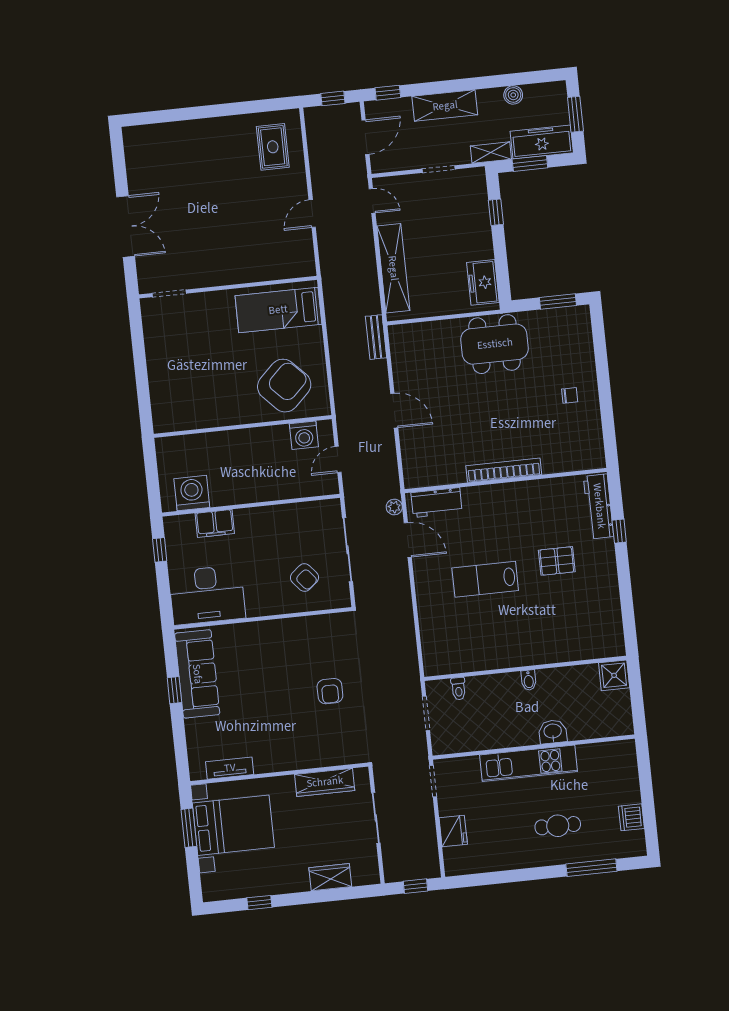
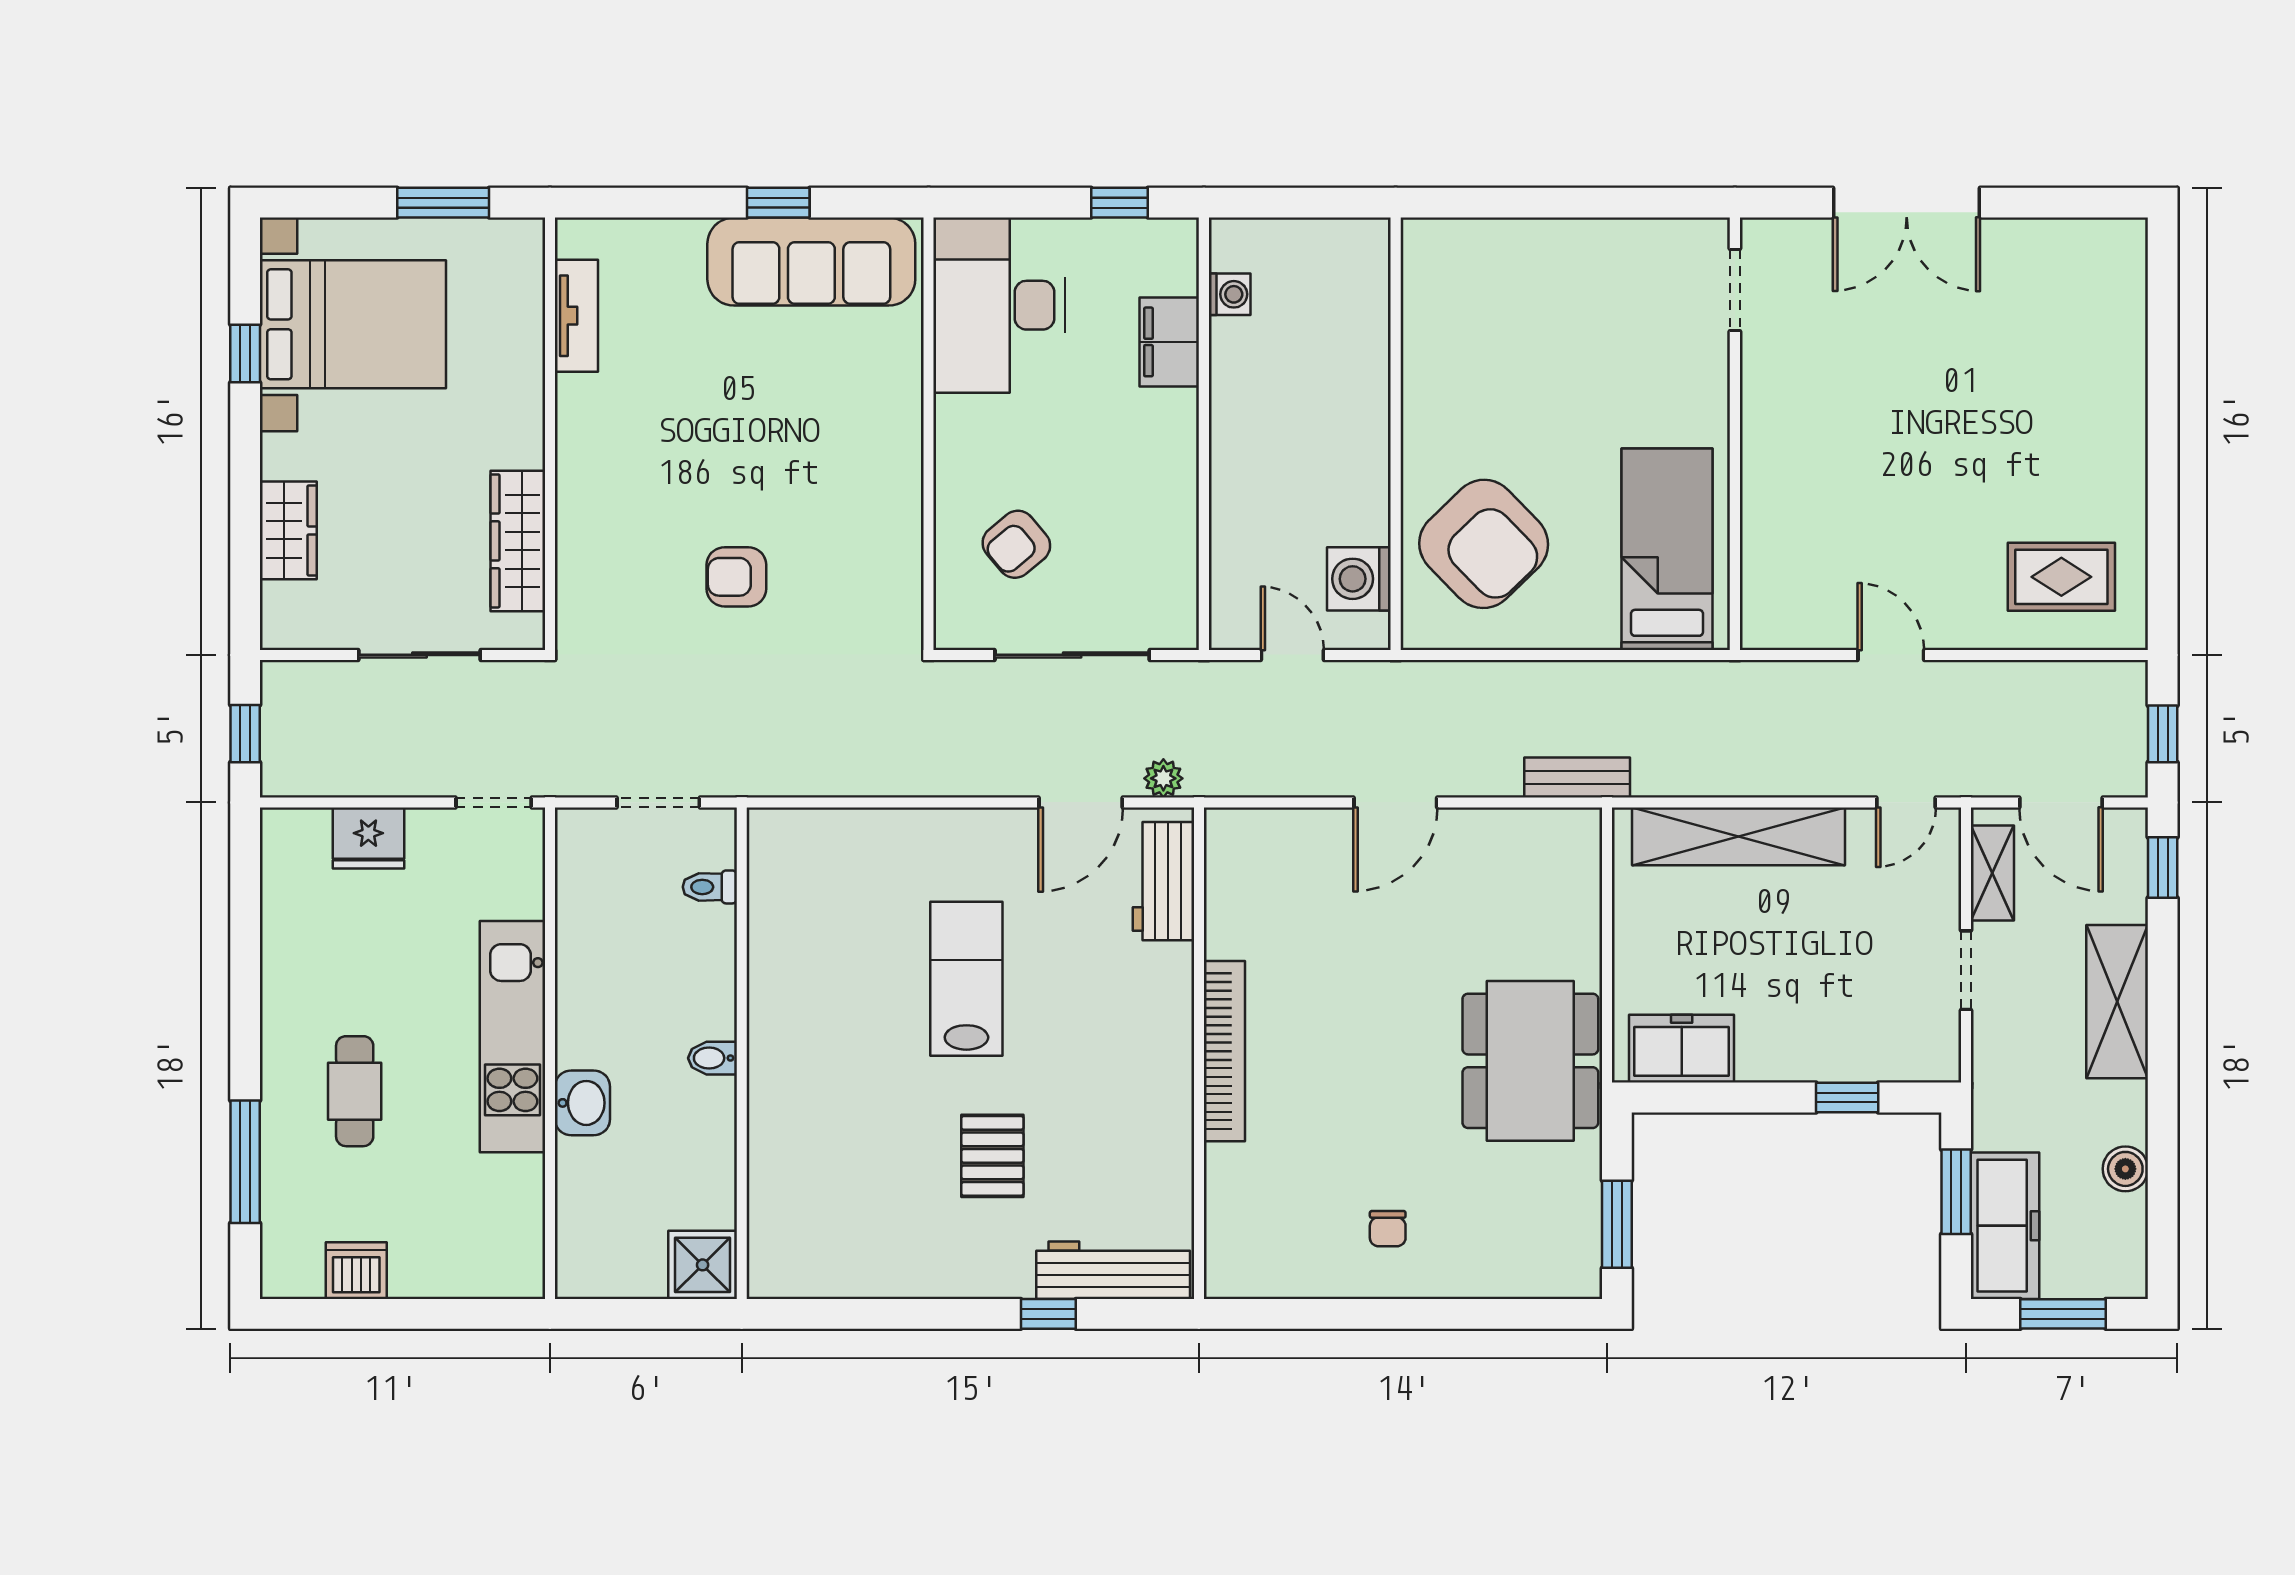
shelving: (491, 153) -> (1992, 873), moved
washing machine: (192, 493) -> (1230, 294), width x0.53, depth x0.53
bed with nightstands: (233, 825) -> (353, 324), moved, turned -90

